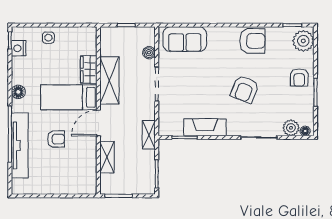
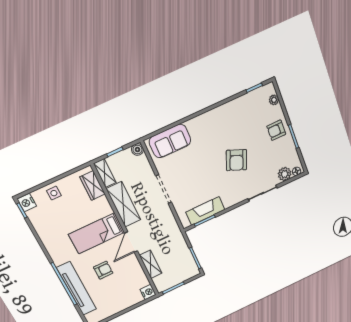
armchair: (252, 41) -> (227, 117), removed
plant: (303, 41) -> (274, 100), width x0.53, depth x0.53
nightstand: (19, 48) -> (27, 203), moved
boiler: (149, 53) -> (137, 150), moved
wardrobe: (89, 69) -> (93, 186), moved
armchair: (299, 77) -> (276, 130), turned 90
floor lamp: (18, 92) -> (53, 249), removed
fireplace: (205, 127) -> (205, 211), moved
shelving: (149, 135) -> (105, 173), moved
nightstand: (90, 187) -> (148, 292), added

